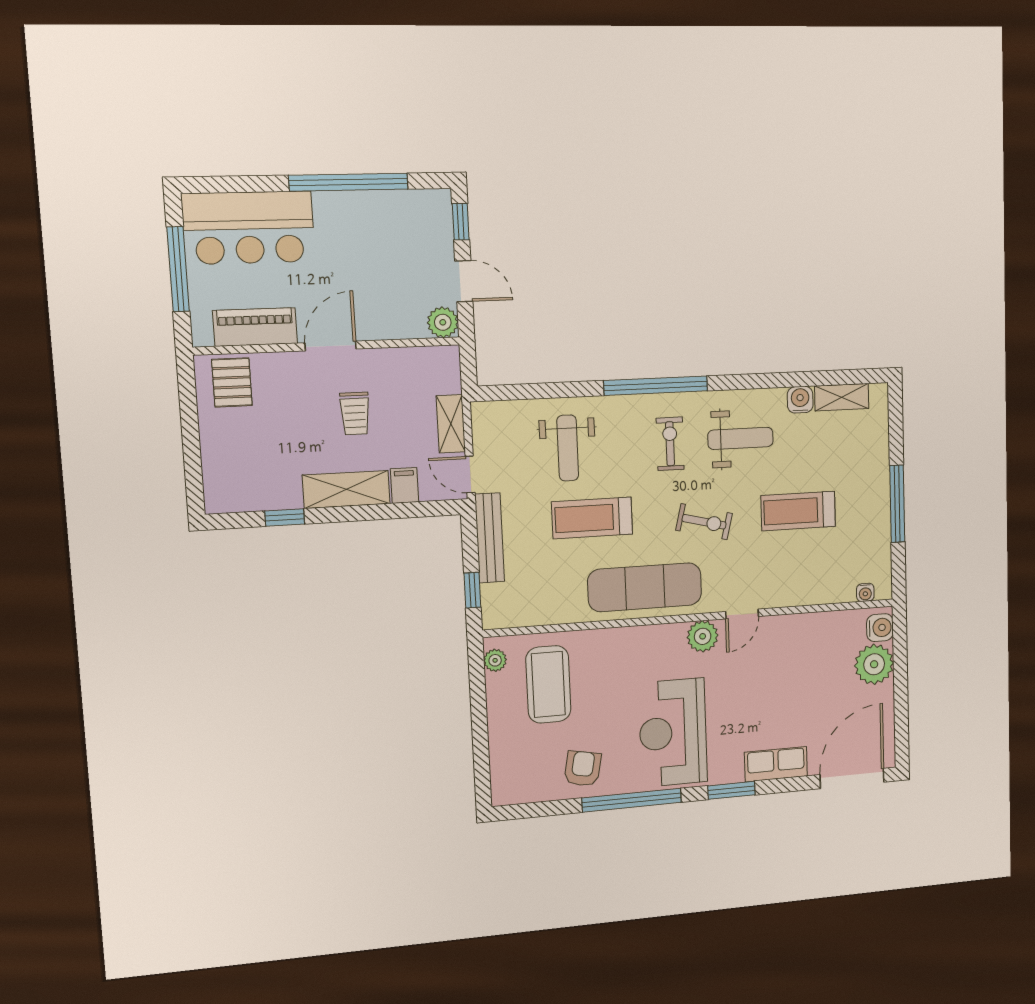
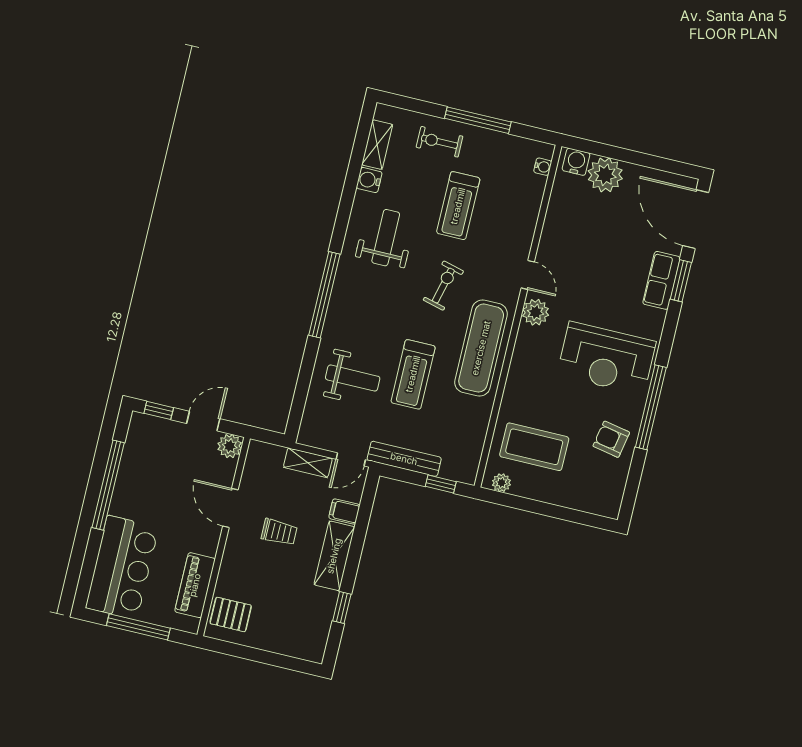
door: (331, 346) -> (230, 508), moved
exercise bike: (670, 444) -> (439, 142), moved
window: (731, 790) -> (681, 281), moved

